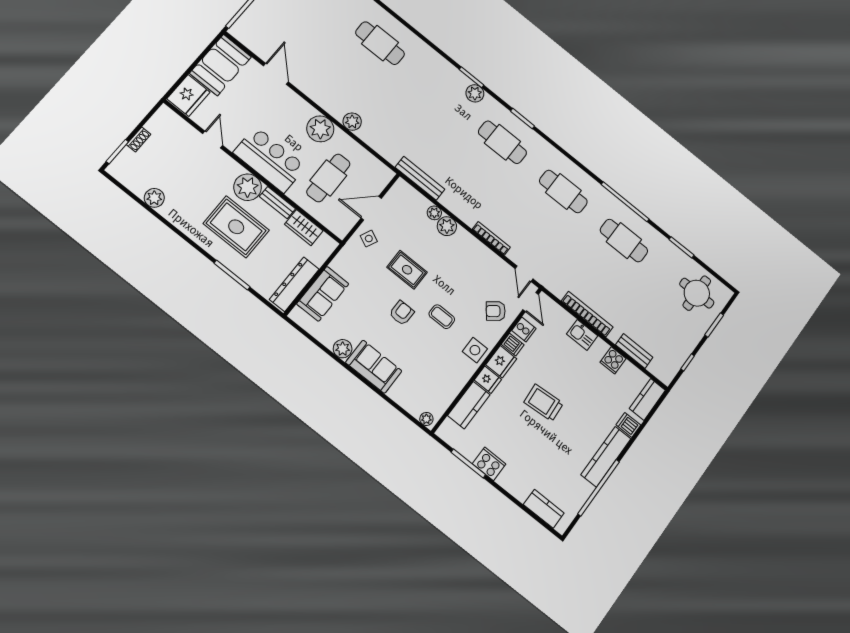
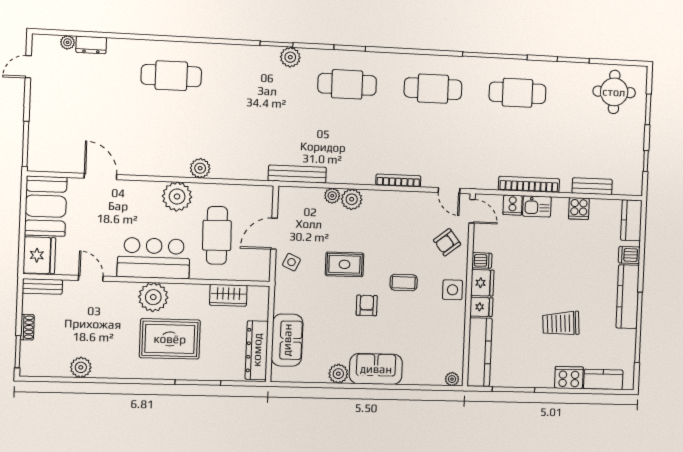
bench: (277, 203) -> (42, 286), moved
cooker: (524, 330) -> (513, 205), moved, turned 90
trolley: (544, 403) -> (561, 323), moved
kitchen counter: (469, 405) -> (480, 352), width x1.50
cooker: (489, 464) -> (569, 378), moved

